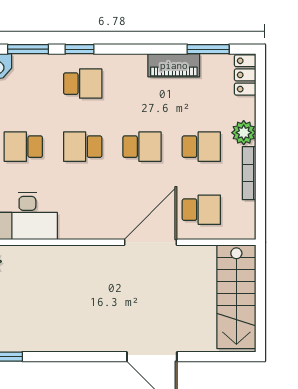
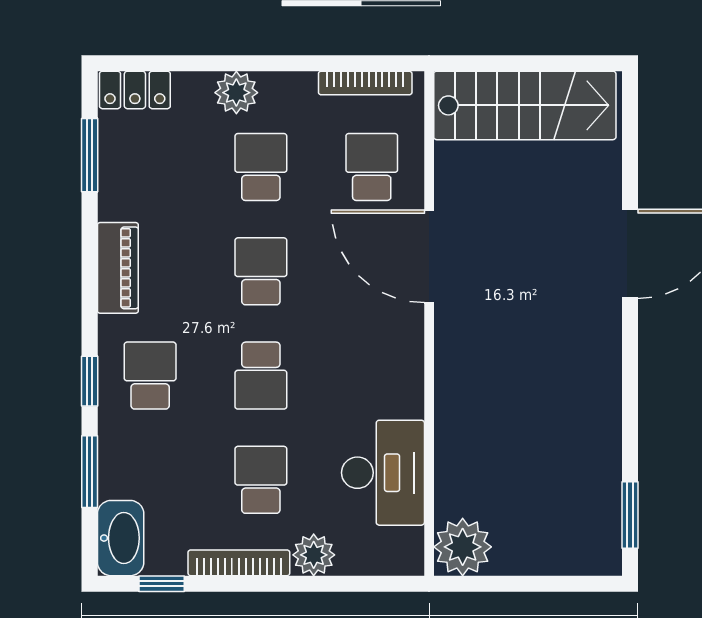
piano: (174, 65) -> (118, 268), moved
school desk: (23, 147) -> (261, 480), turned 180
bookcase: (249, 173) -> (365, 83), moved

